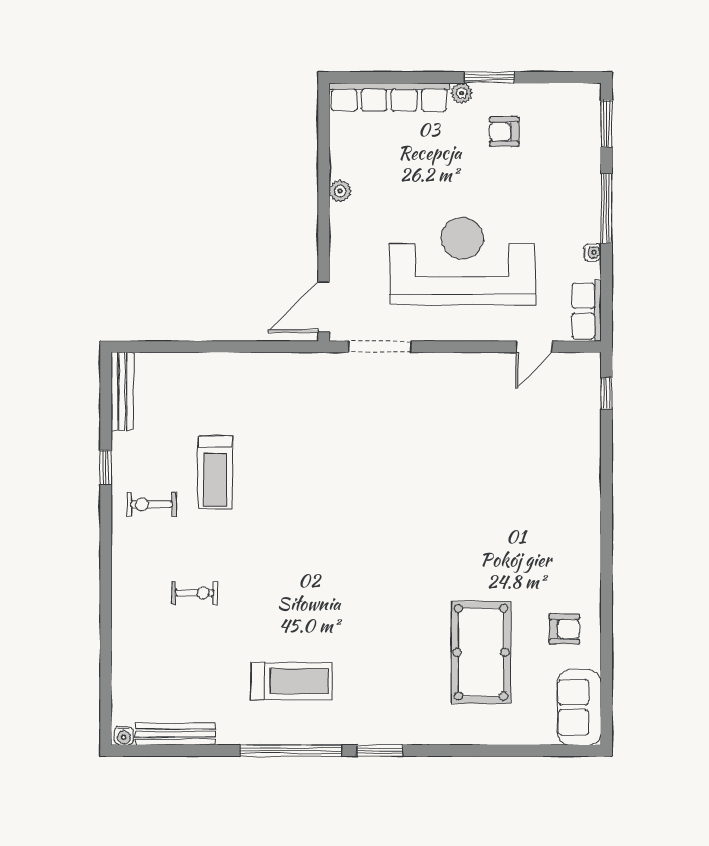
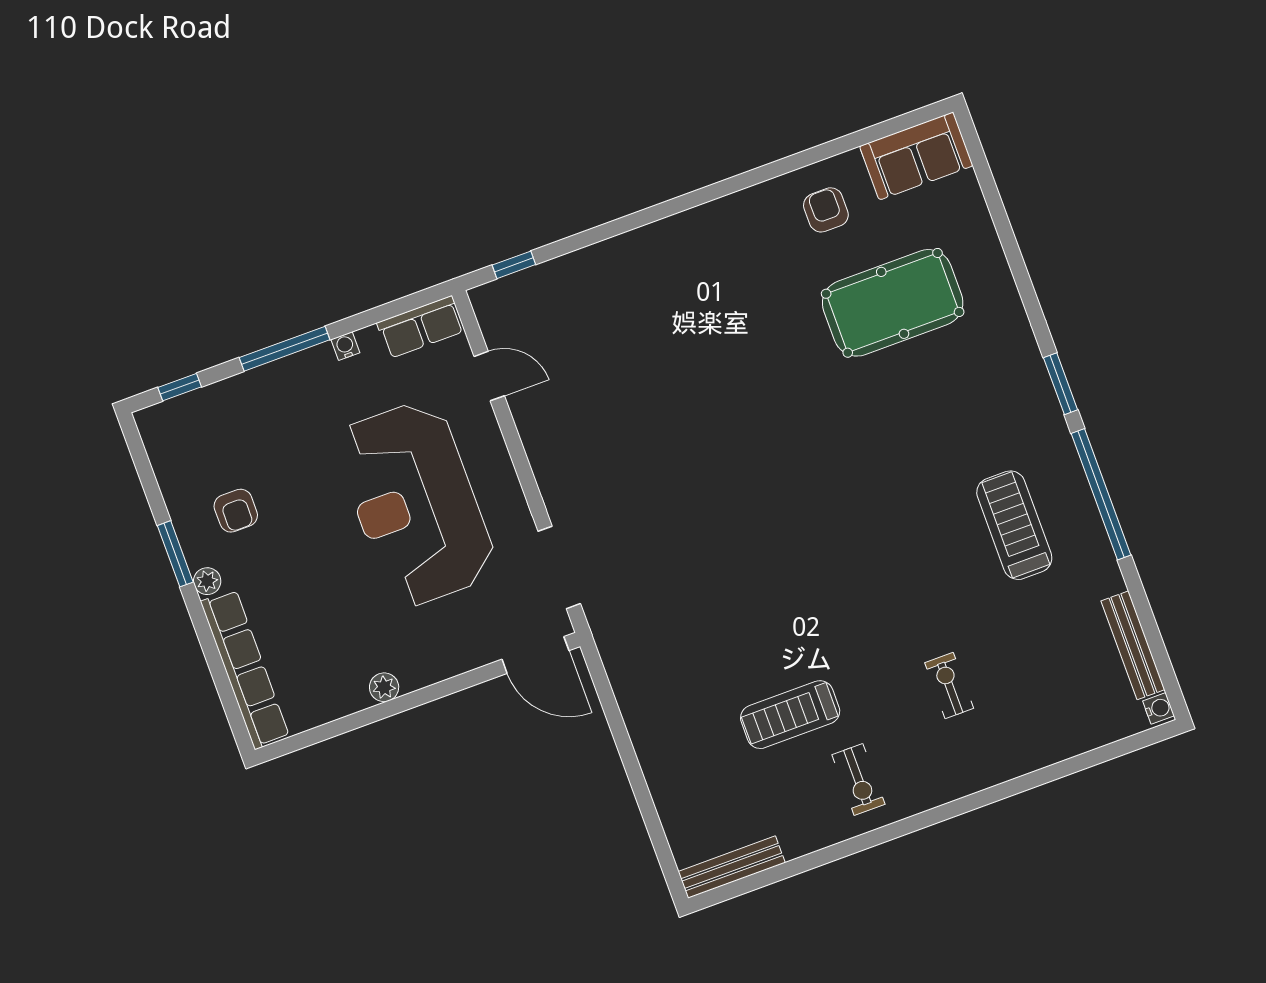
window: (606, 124) -> (180, 387), width x0.67
window: (106, 467) -> (834, 853), removed
treadmill: (215, 472) -> (790, 715), turned 180

